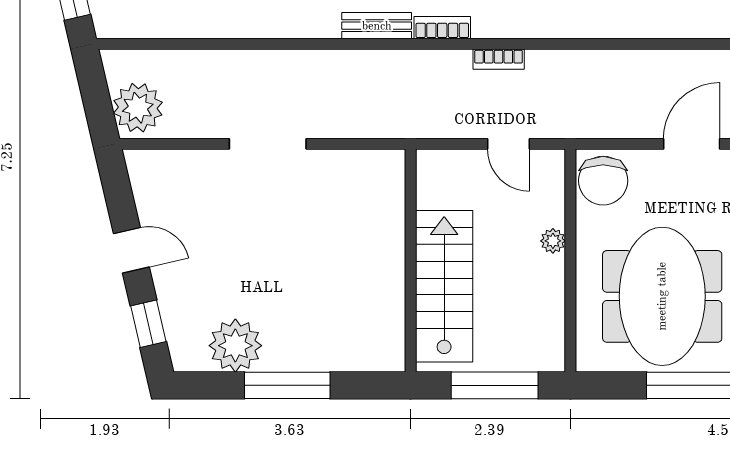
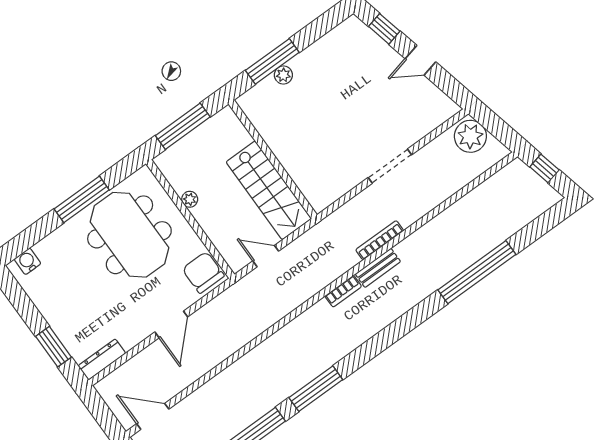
bookcase: (499, 59) -> (380, 240), moved, width x1.56
plant: (553, 241) -> (190, 199), moved
stairs: (444, 286) -> (269, 190), moved
plant: (235, 346) -> (283, 75), moved, width x0.53, depth x0.53
window: (287, 385) -> (272, 61), moved

